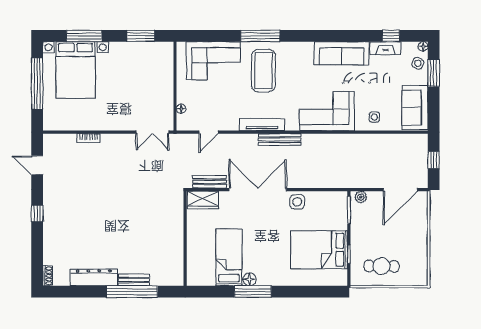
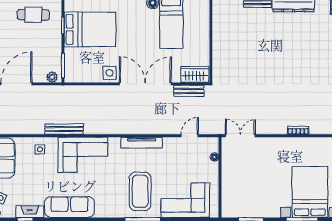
bench: (280, 140) -> (64, 129), moved
double door: (258, 190) -> (145, 84), swing flipped

